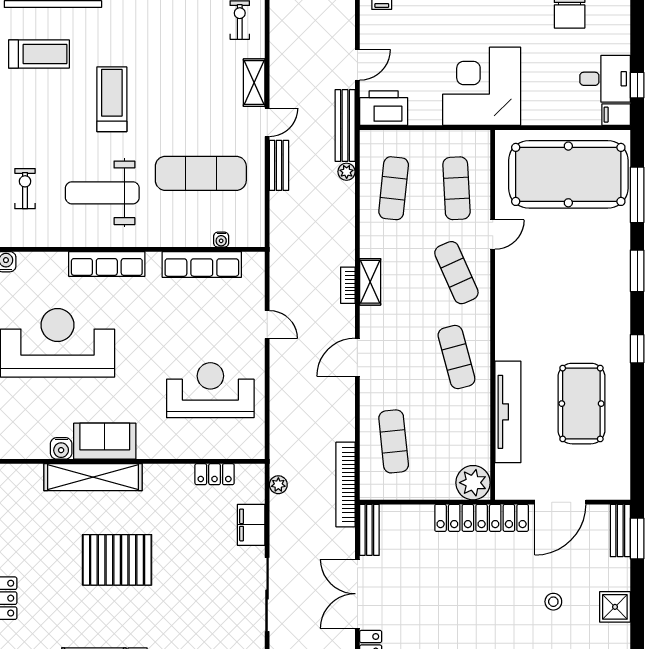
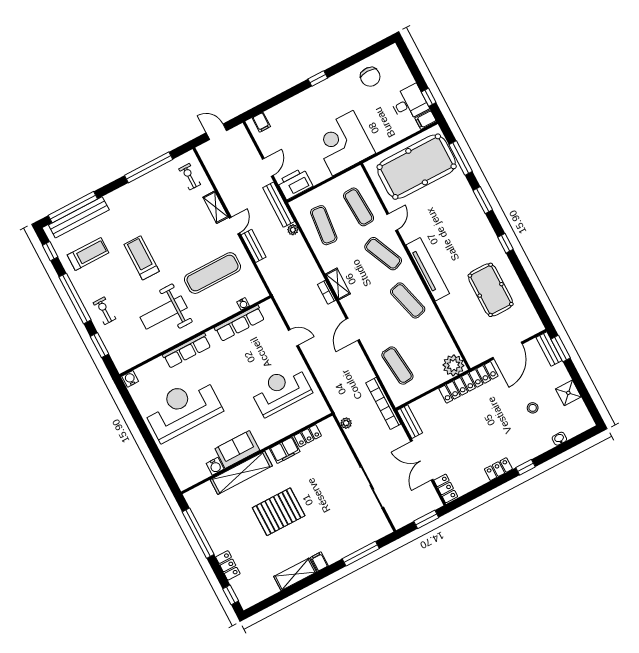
exercise bike: (25, 189) -> (104, 311), moved
tv unit: (508, 412) -> (428, 269), moved
filing cabinet: (251, 525) -> (285, 450), moved, turned -90

